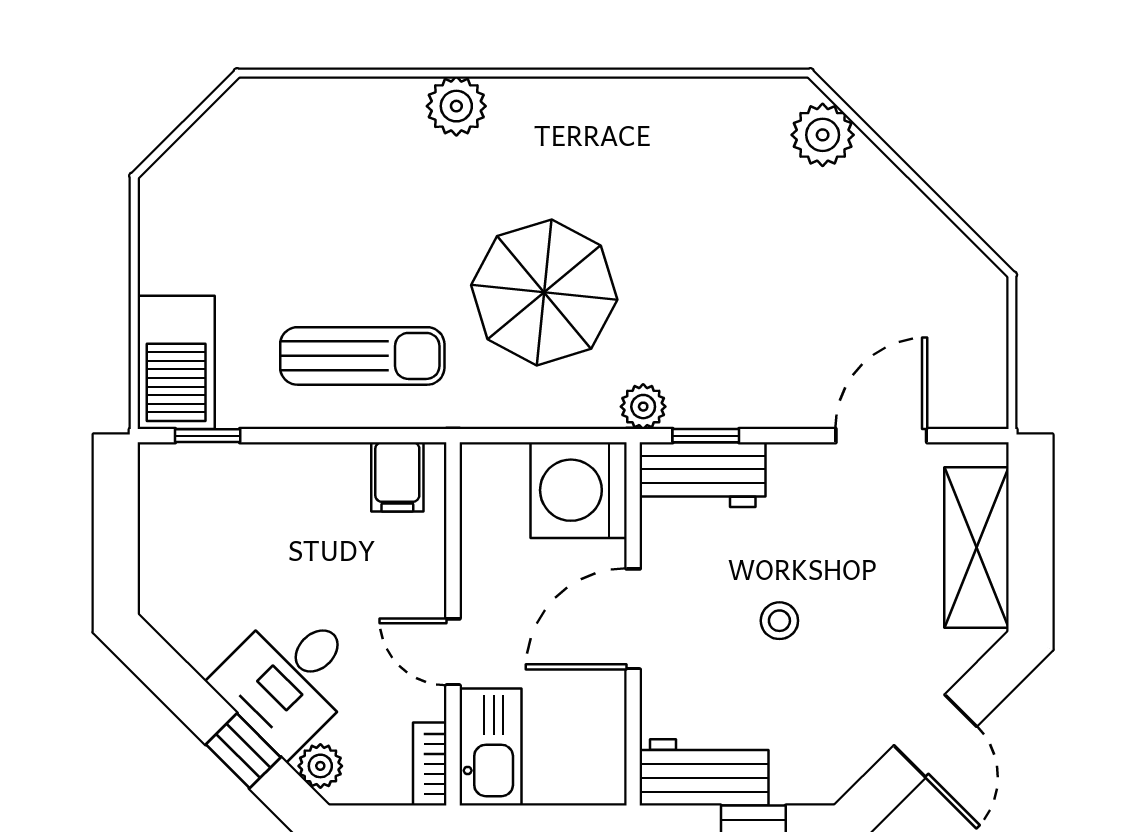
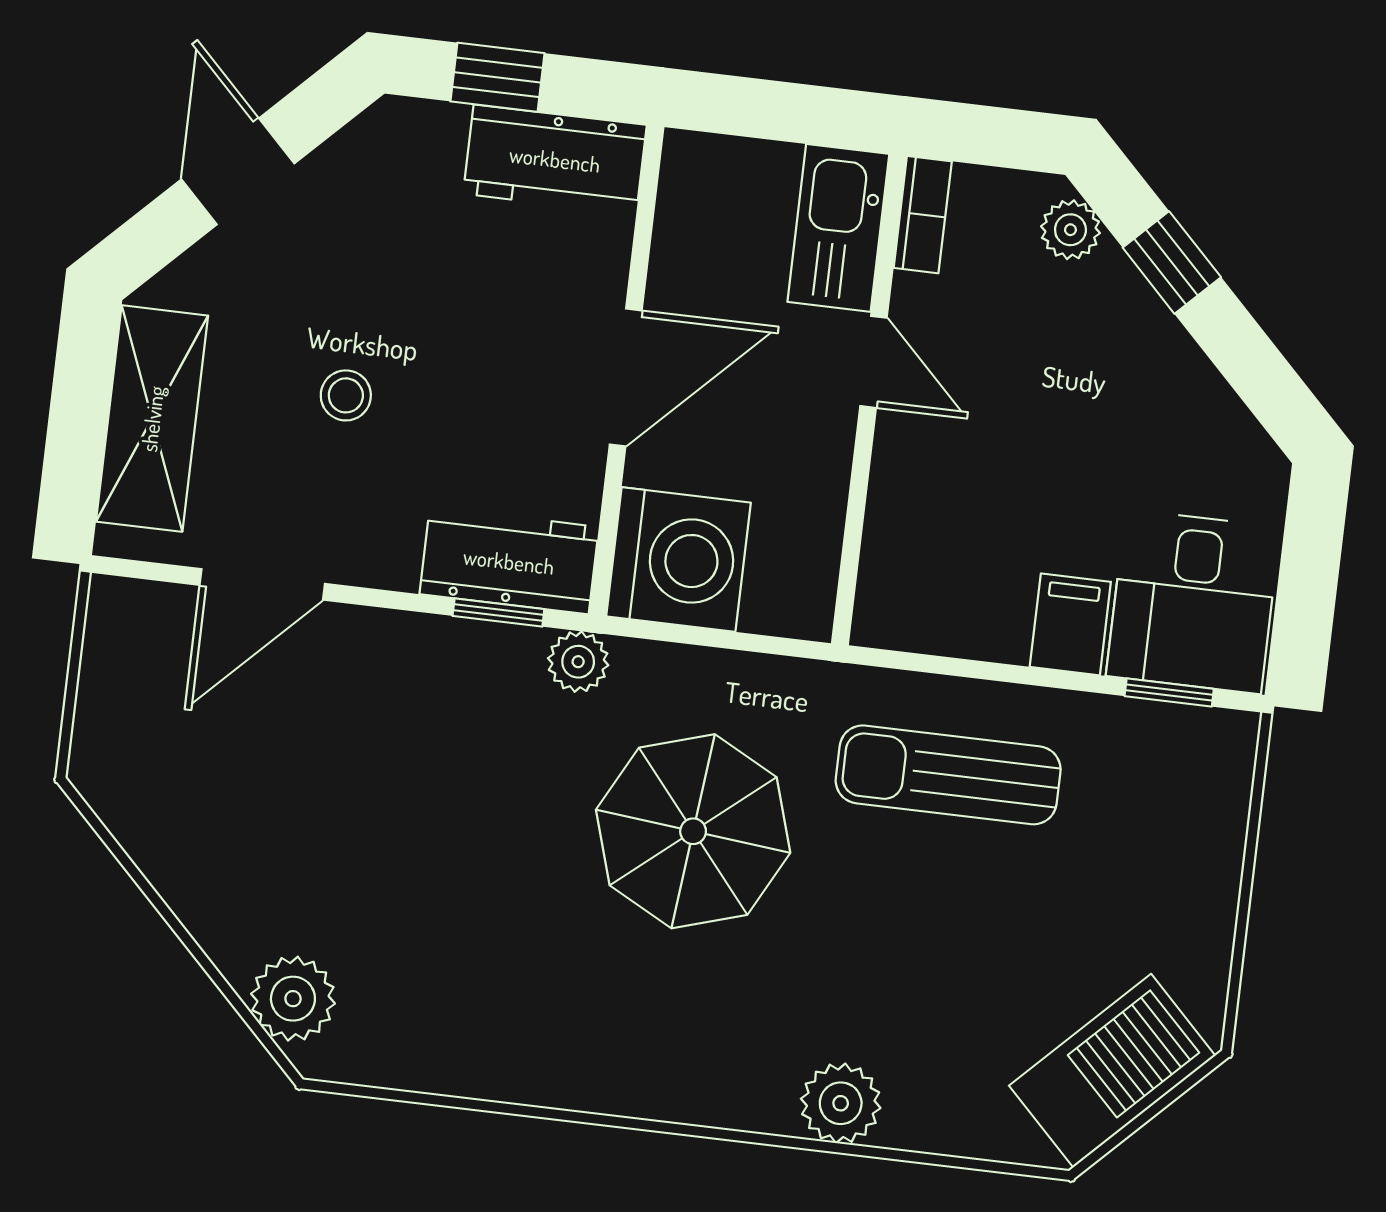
plant: (456, 106) -> (841, 1103), moved
barbecue: (176, 362) -> (1112, 1071), moved, turned 45
filing cabinet: (397, 477) -> (1070, 624), moved
stool: (779, 621) -> (346, 395), moved
desk: (289, 678) -> (1193, 602), moved, turned 135

